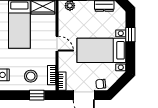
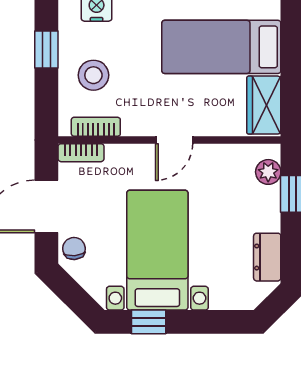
window: (130, 35) -> (149, 322), moved
window: (37, 95) -> (46, 49), moved

